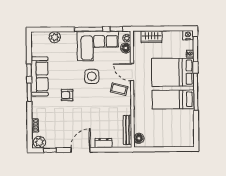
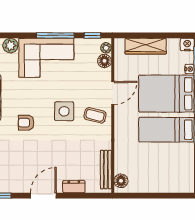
wardrobe: (151, 37) -> (146, 46), width x1.50
corner sofa: (98, 46) -> (46, 58), moved
door: (132, 72) -> (113, 93), swing flipped
side table: (92, 76) -> (64, 111), moved

